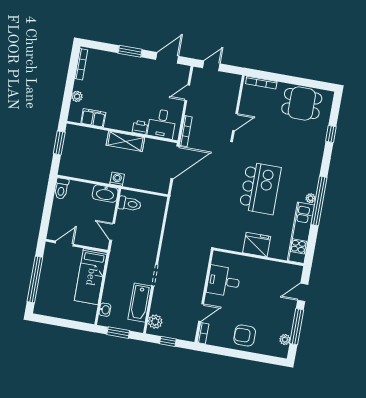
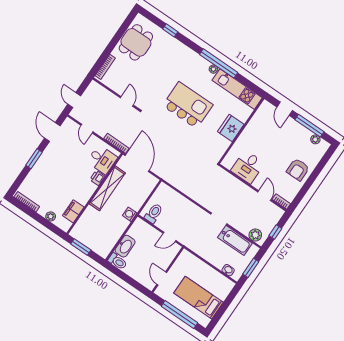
shelving: (125, 141) -> (107, 188), width x1.47
washbasin: (105, 194) -> (125, 246), moved
bed: (91, 277) -> (198, 298), moved, turned 180

